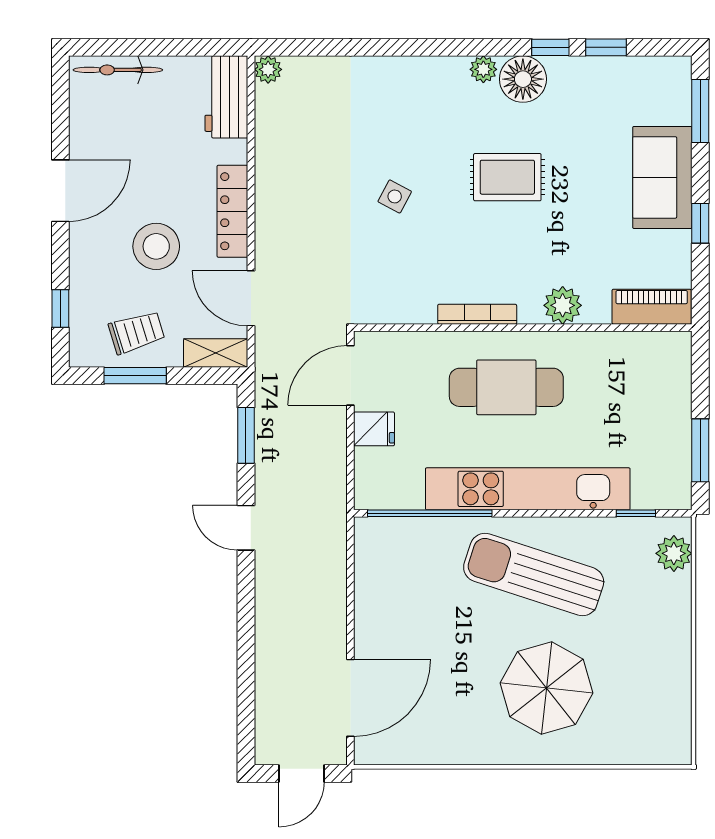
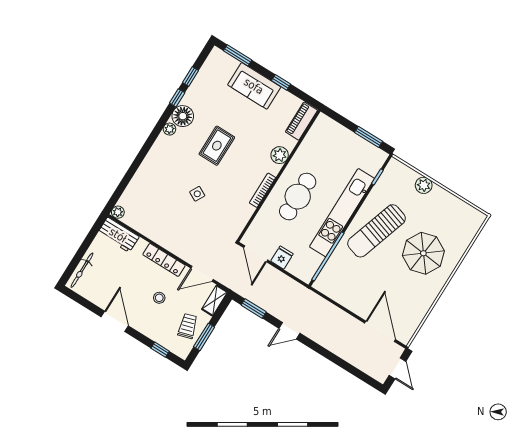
stool: (156, 246) -> (159, 298), width x0.53, depth x0.53
plant: (674, 553) -> (424, 185), moved

